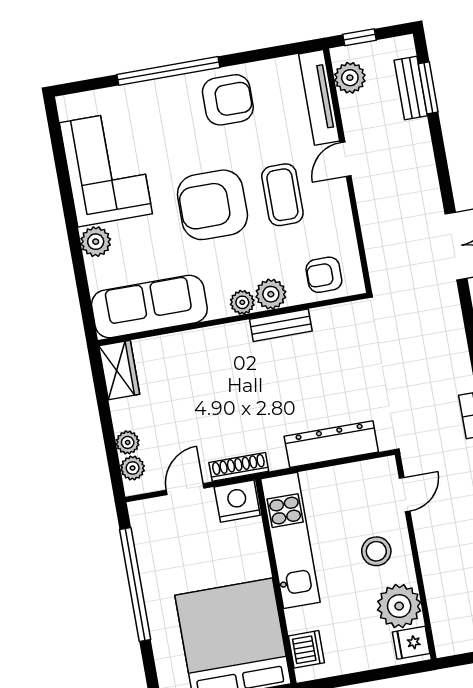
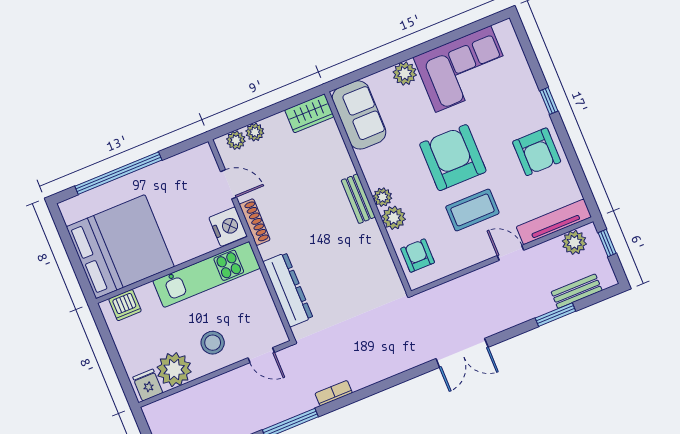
window: (168, 71) -> (549, 101), width x0.32
window: (428, 88) -> (555, 315), moved
sofa: (149, 307) -> (359, 115), width x0.73
bench: (281, 325) -> (358, 199), moved
window: (135, 585) -> (118, 173), moved

